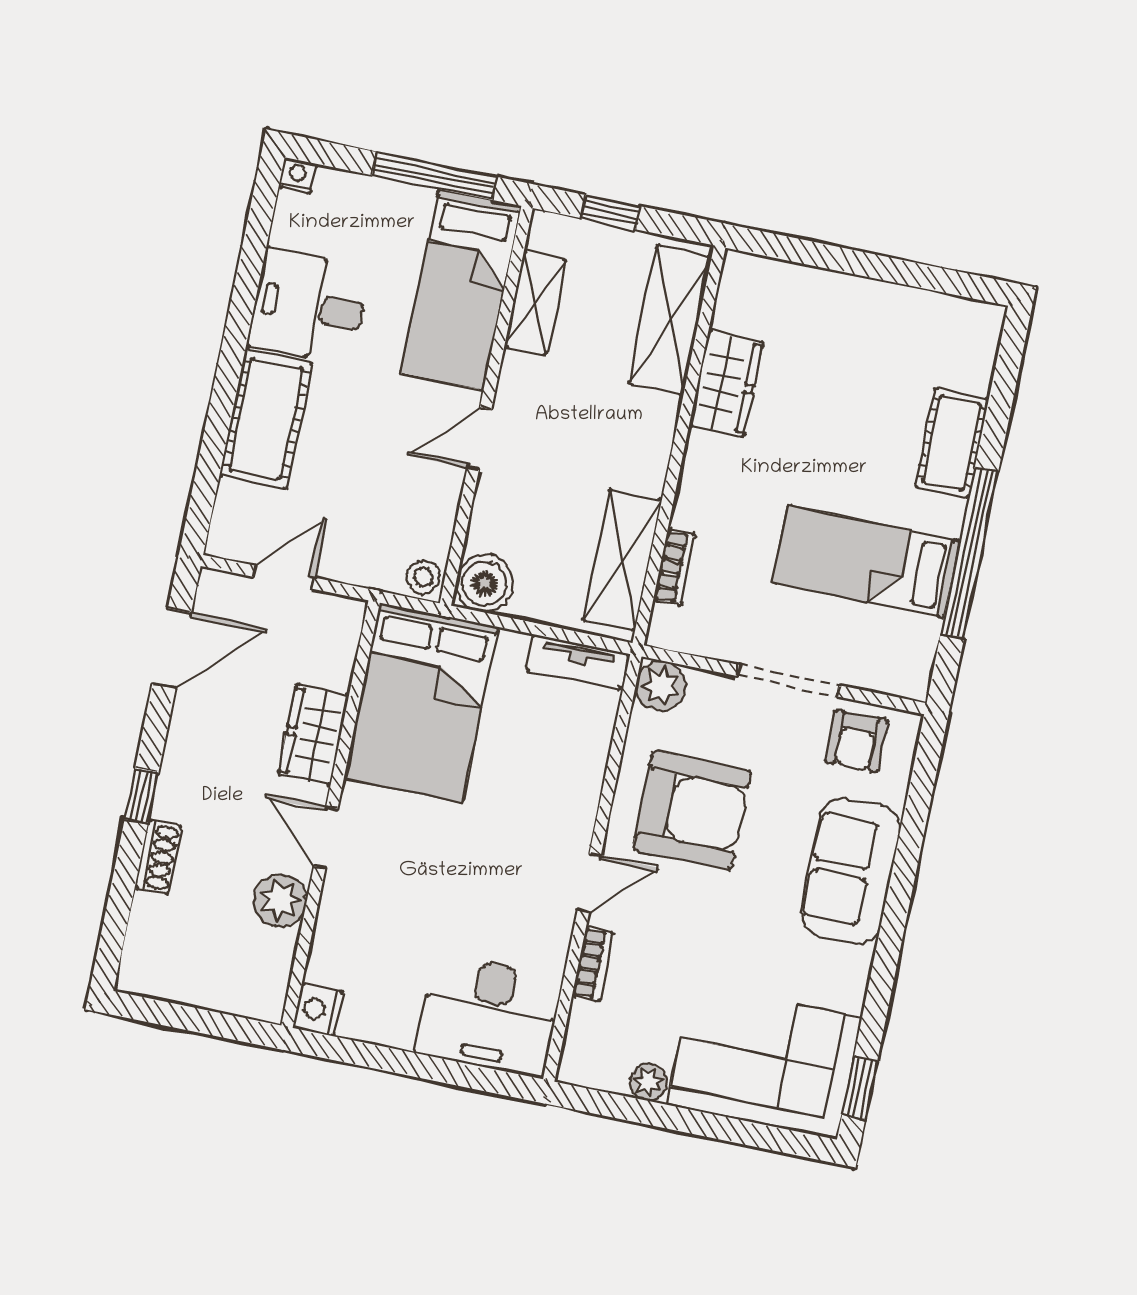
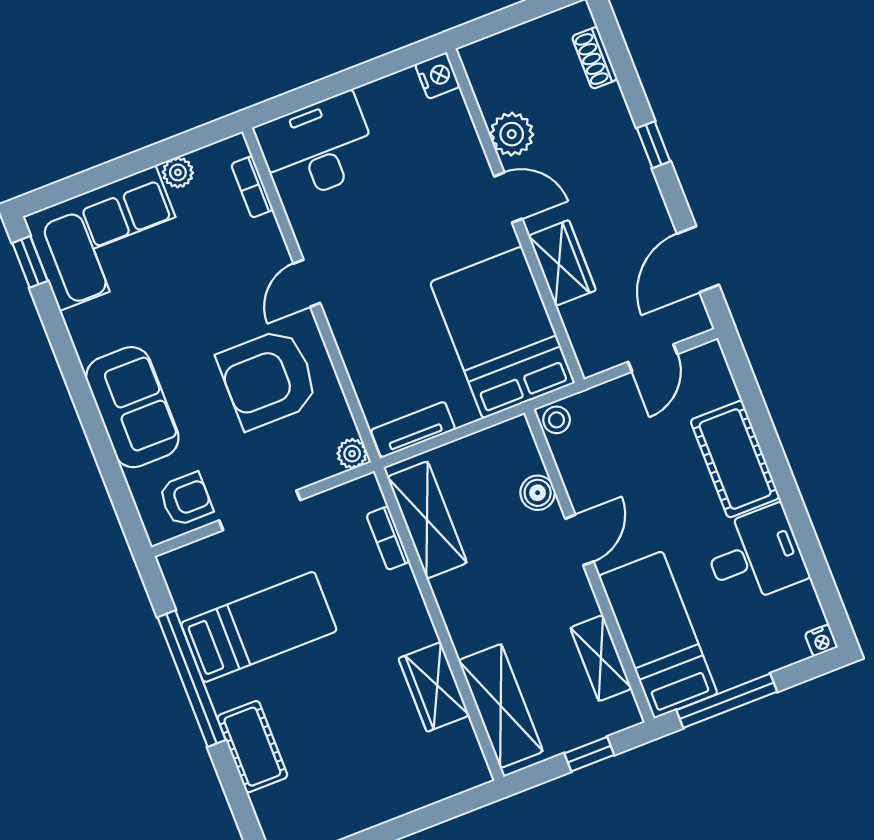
boiler: (485, 583) -> (538, 493), moved, width x0.73, depth x0.73
plant: (661, 686) -> (352, 454), width x0.73, depth x0.73
armchair: (857, 741) -> (186, 499), turned 90
shoe rack: (158, 857) -> (595, 58), moved
bookcase: (593, 964) -> (252, 187), moved

